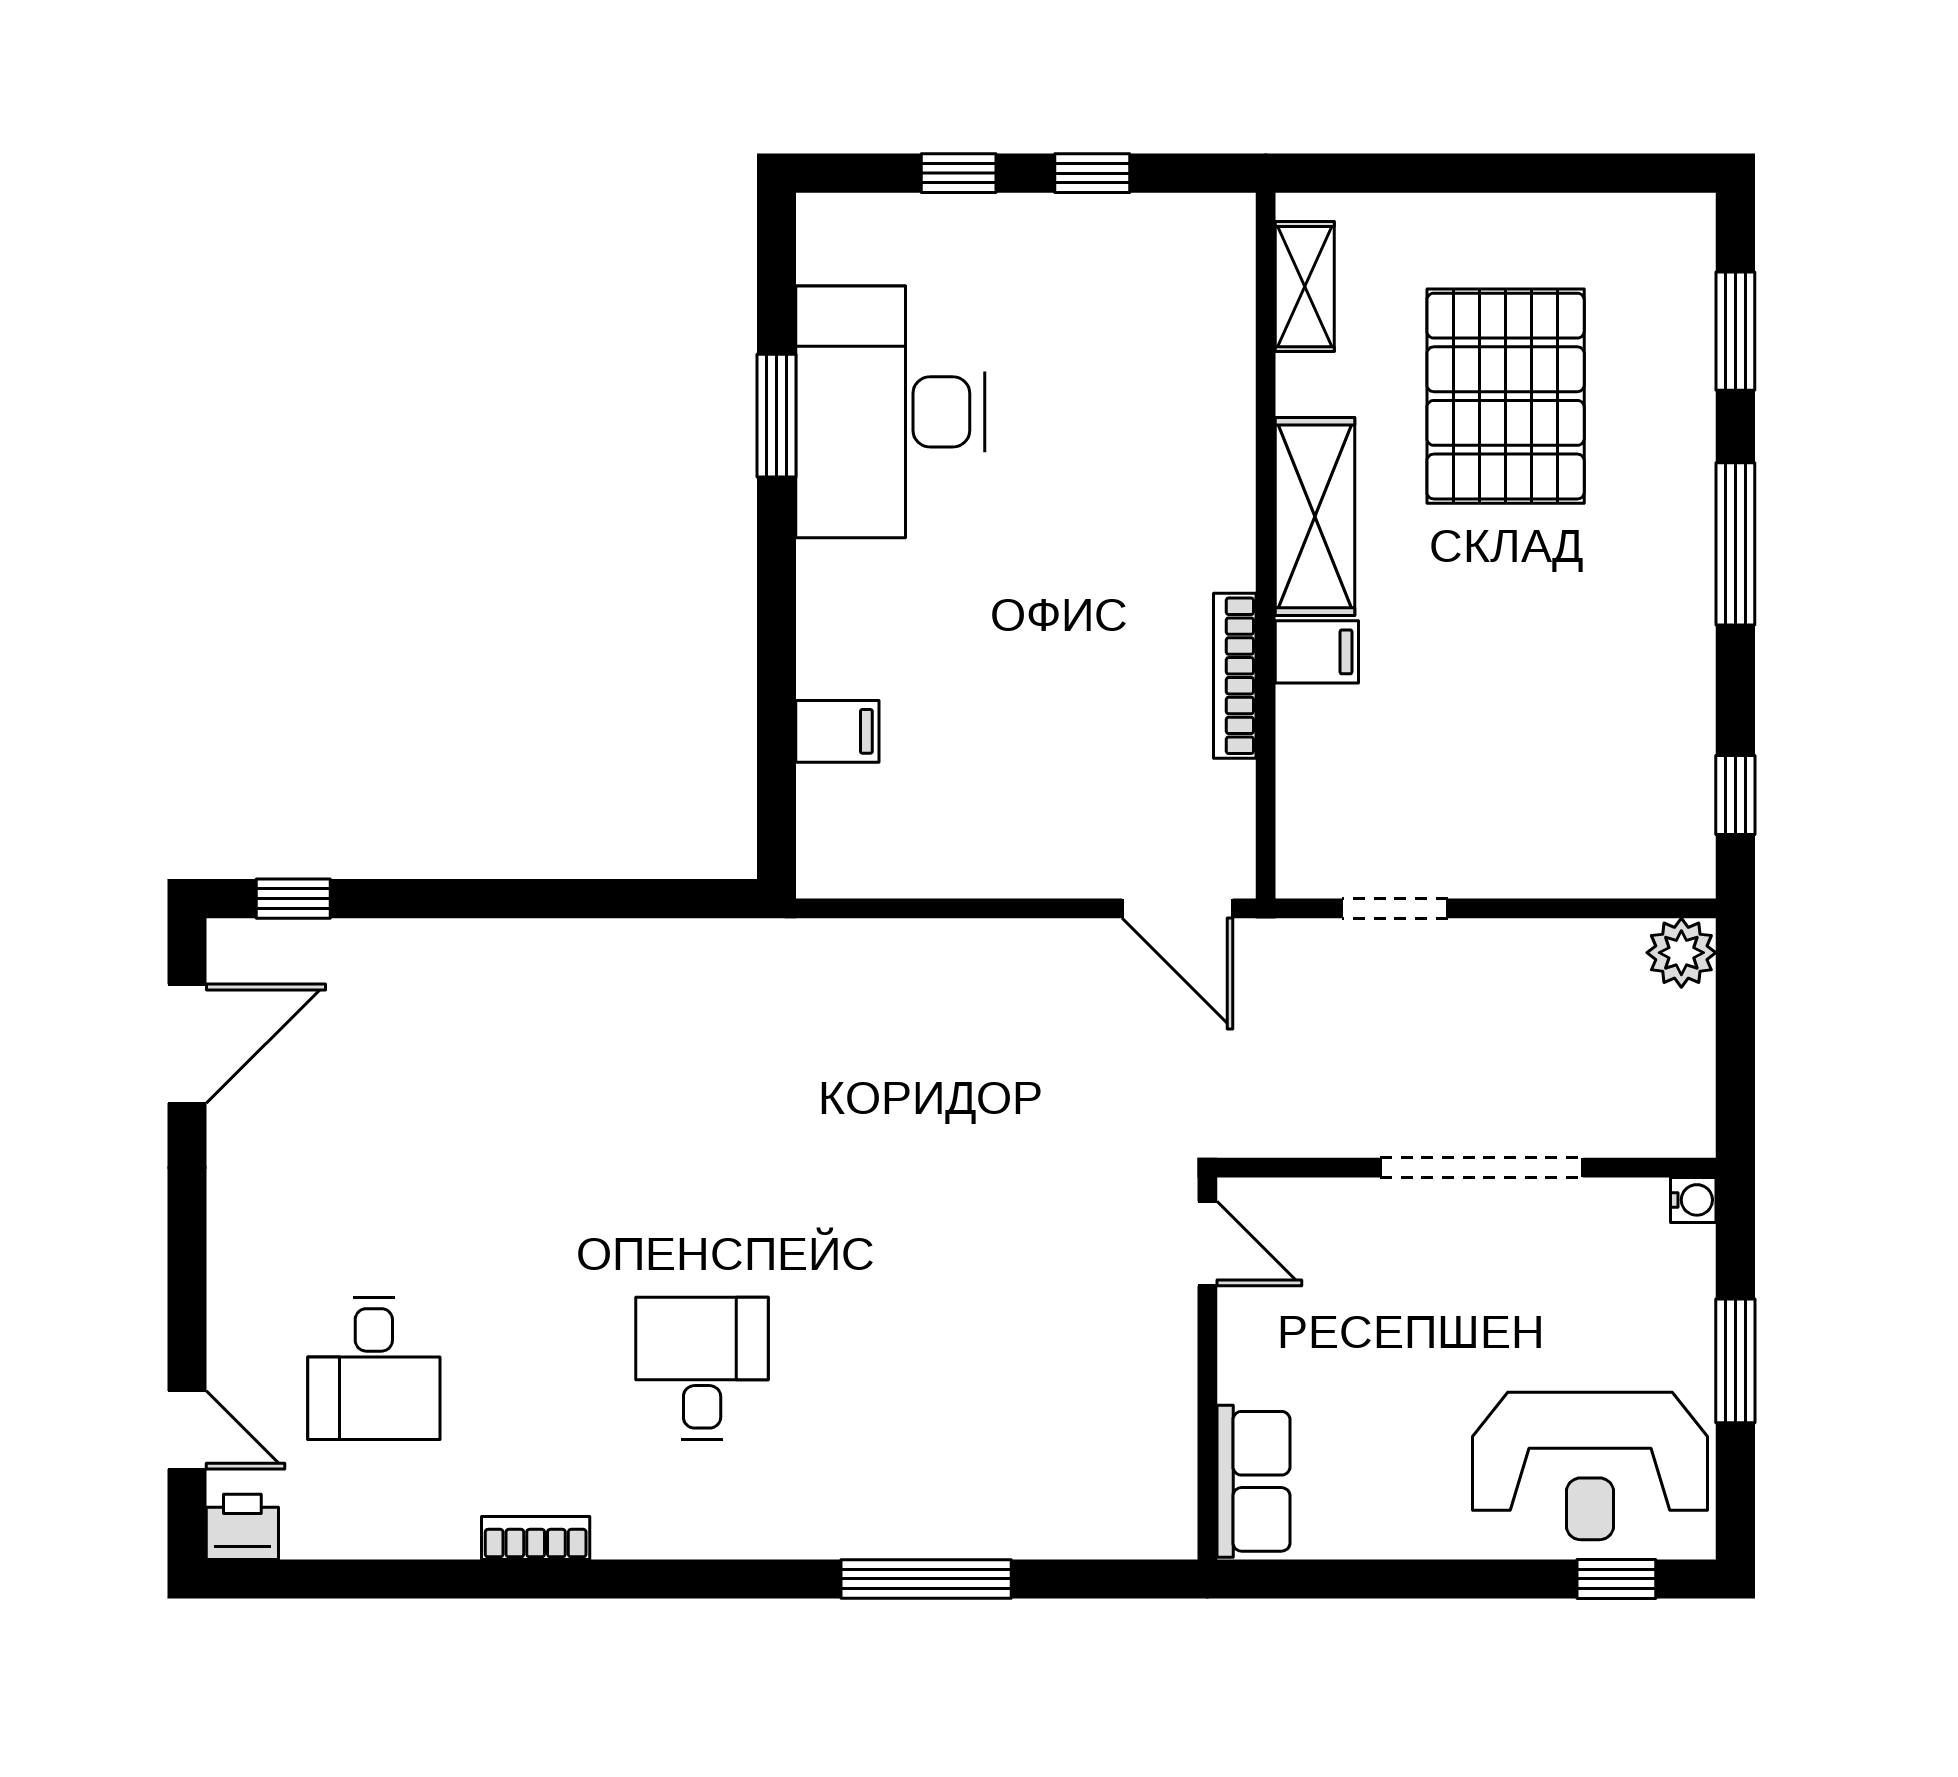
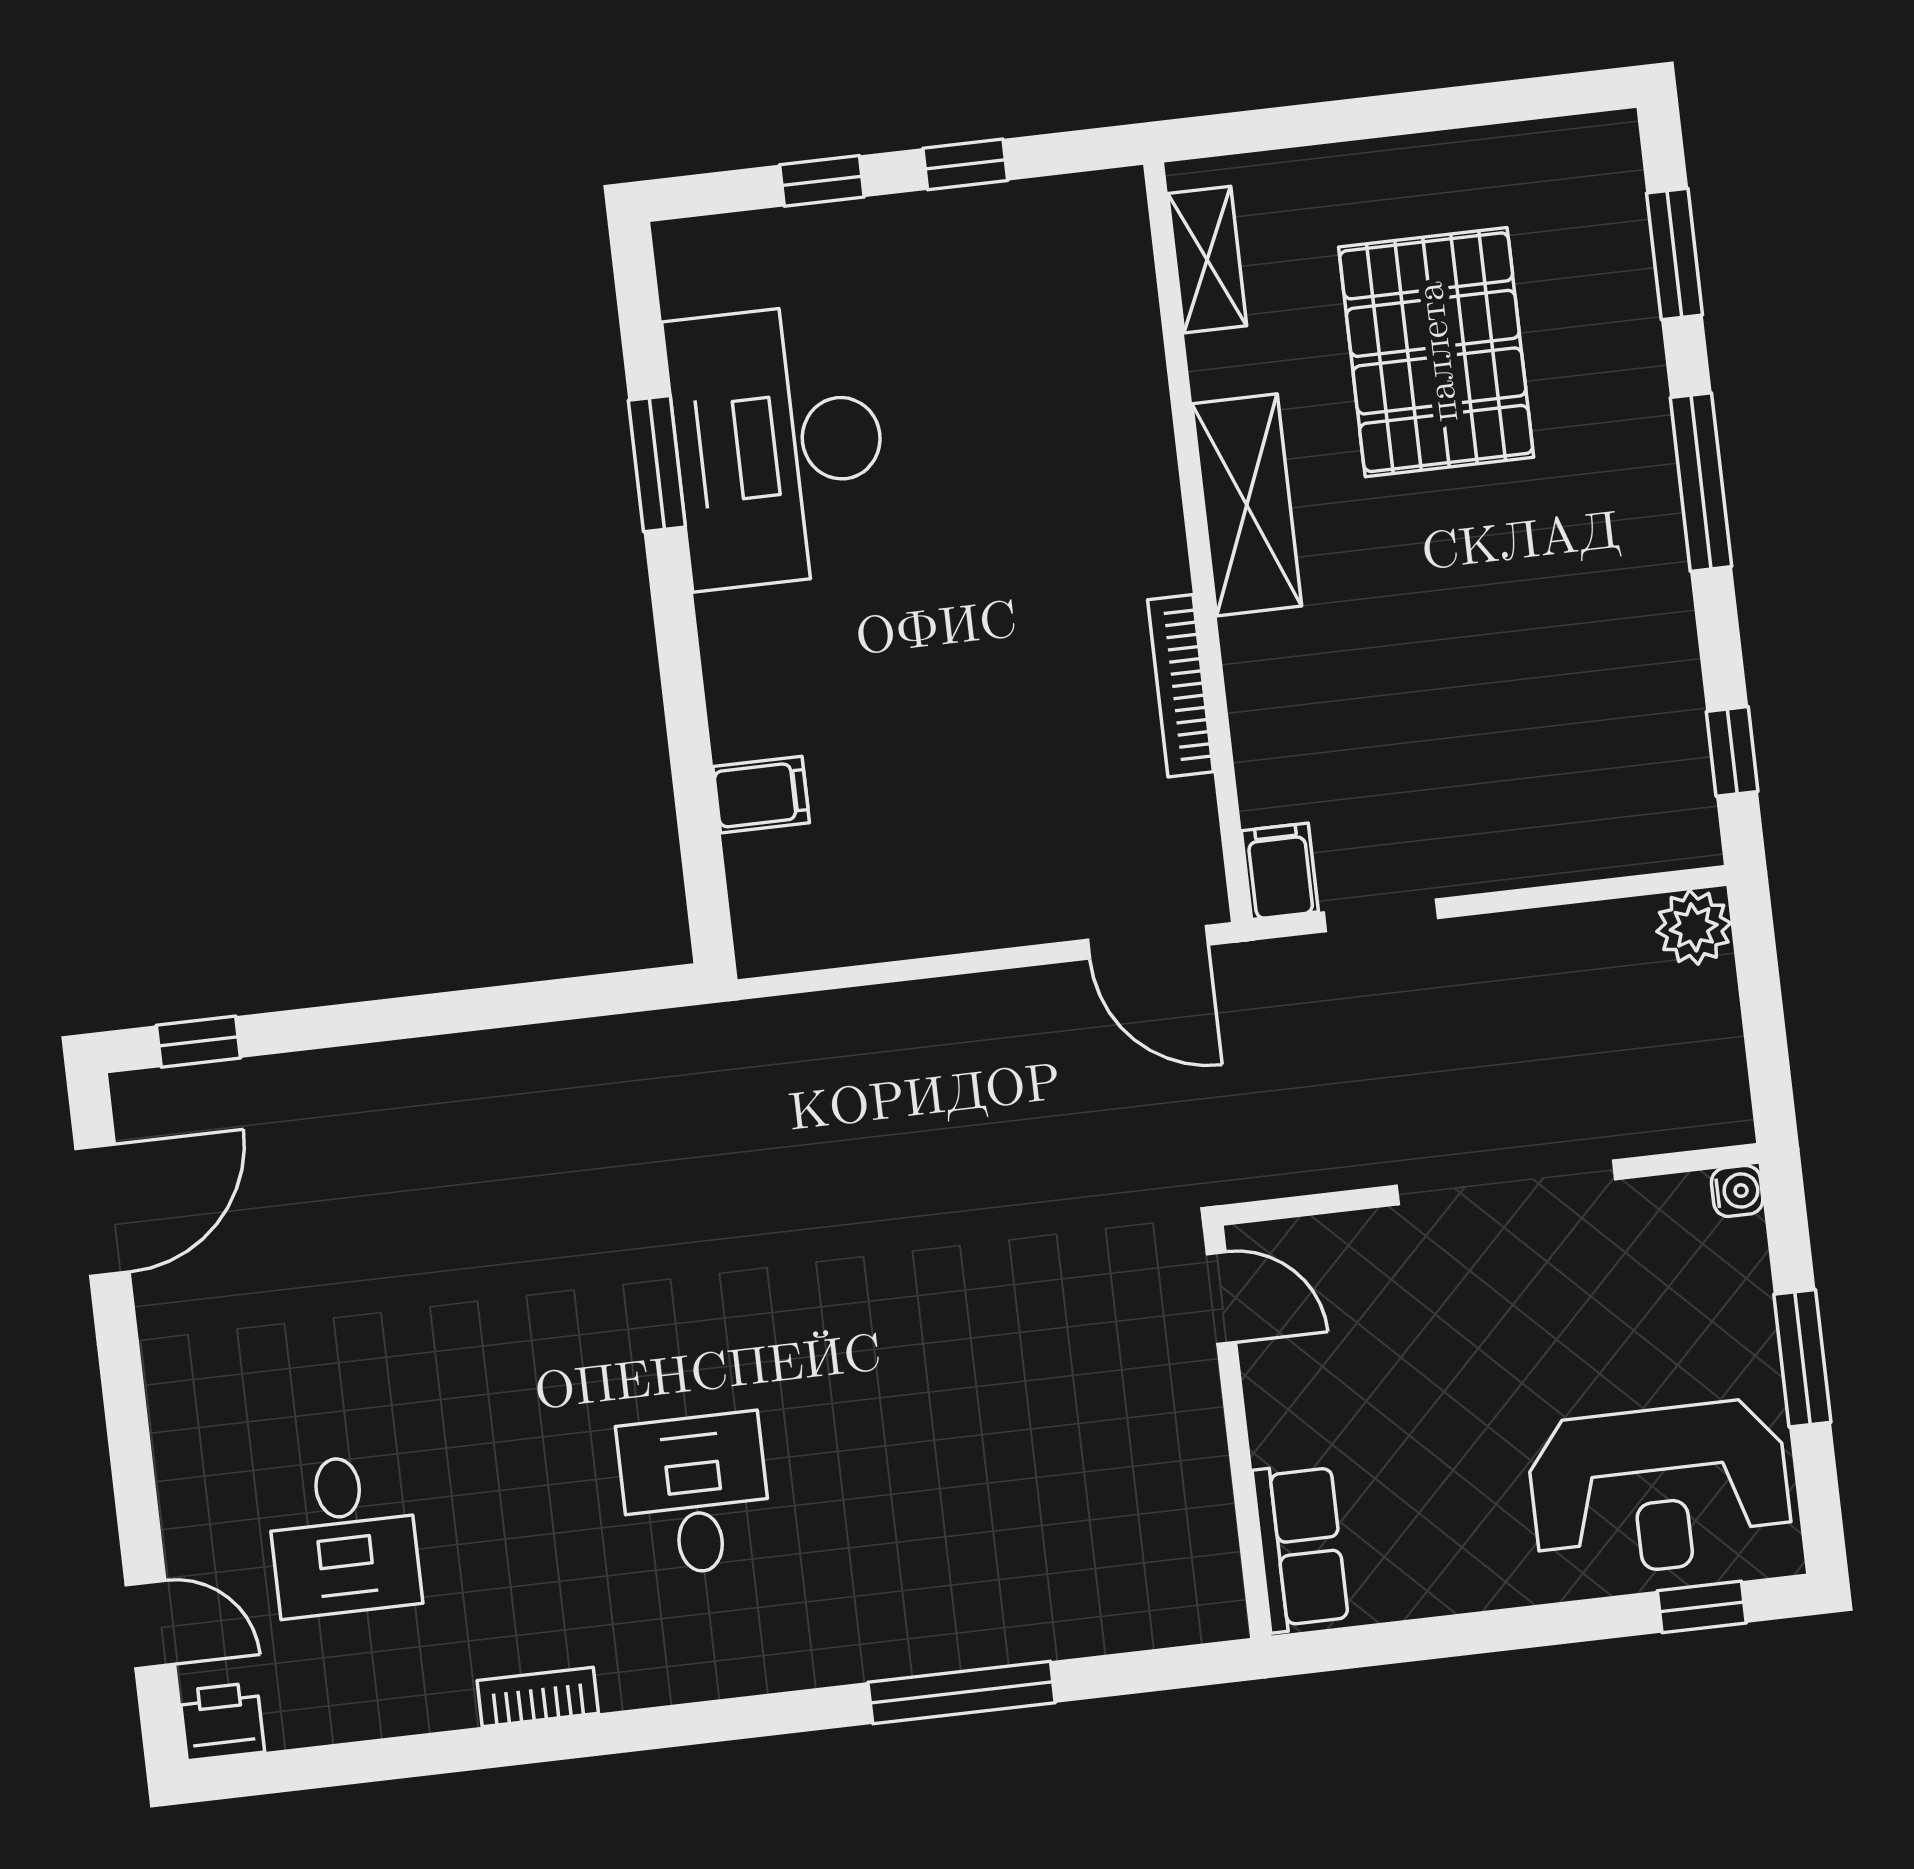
filing cabinet: (1317, 652) -> (1280, 871), moved, turned -90

